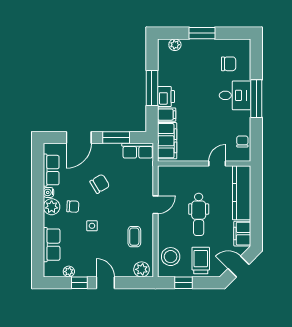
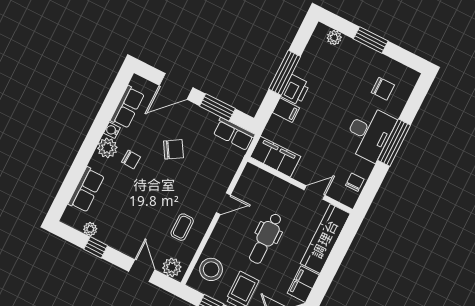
desk: (235, 95) -> (369, 133), width x1.37
filing cabinet: (167, 141) -> (275, 157), moved, turned -90
side table: (92, 226) -> (141, 192), removed
door: (105, 283) -> (142, 271), moved

